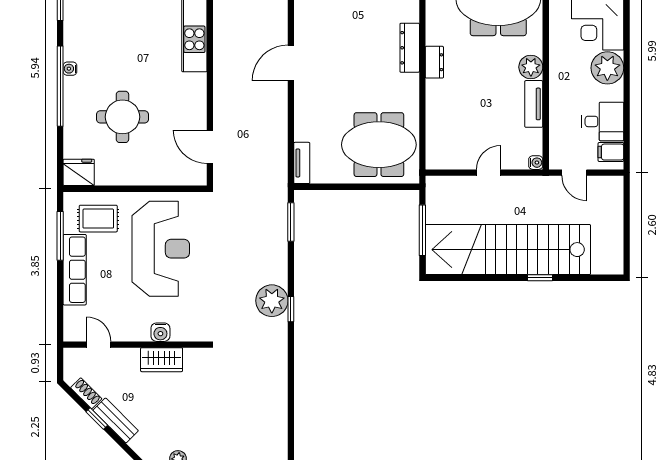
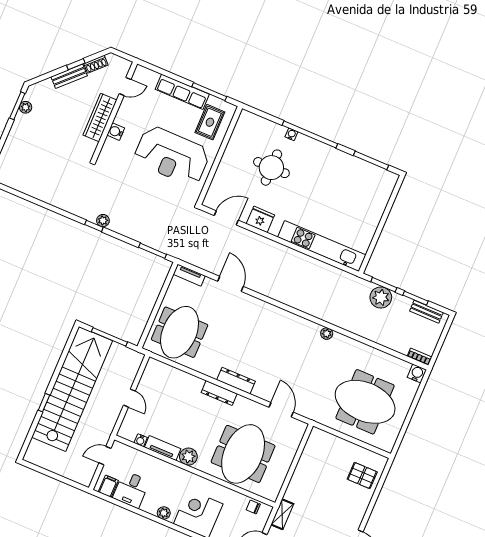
dresser: (434, 62) -> (219, 393), width x1.44
door: (291, 63) -> (230, 284), moved
plant: (607, 68) -> (164, 513), width x0.53, depth x0.53
water cooler: (70, 69) -> (291, 134), moved
water cooler: (536, 163) -> (141, 440), moved
fridge: (79, 172) -> (260, 219), moved, turned -90
plant: (272, 301) -> (103, 221), width x0.53, depth x0.53
wardrobe: (162, 360) -> (100, 117), width x1.50

